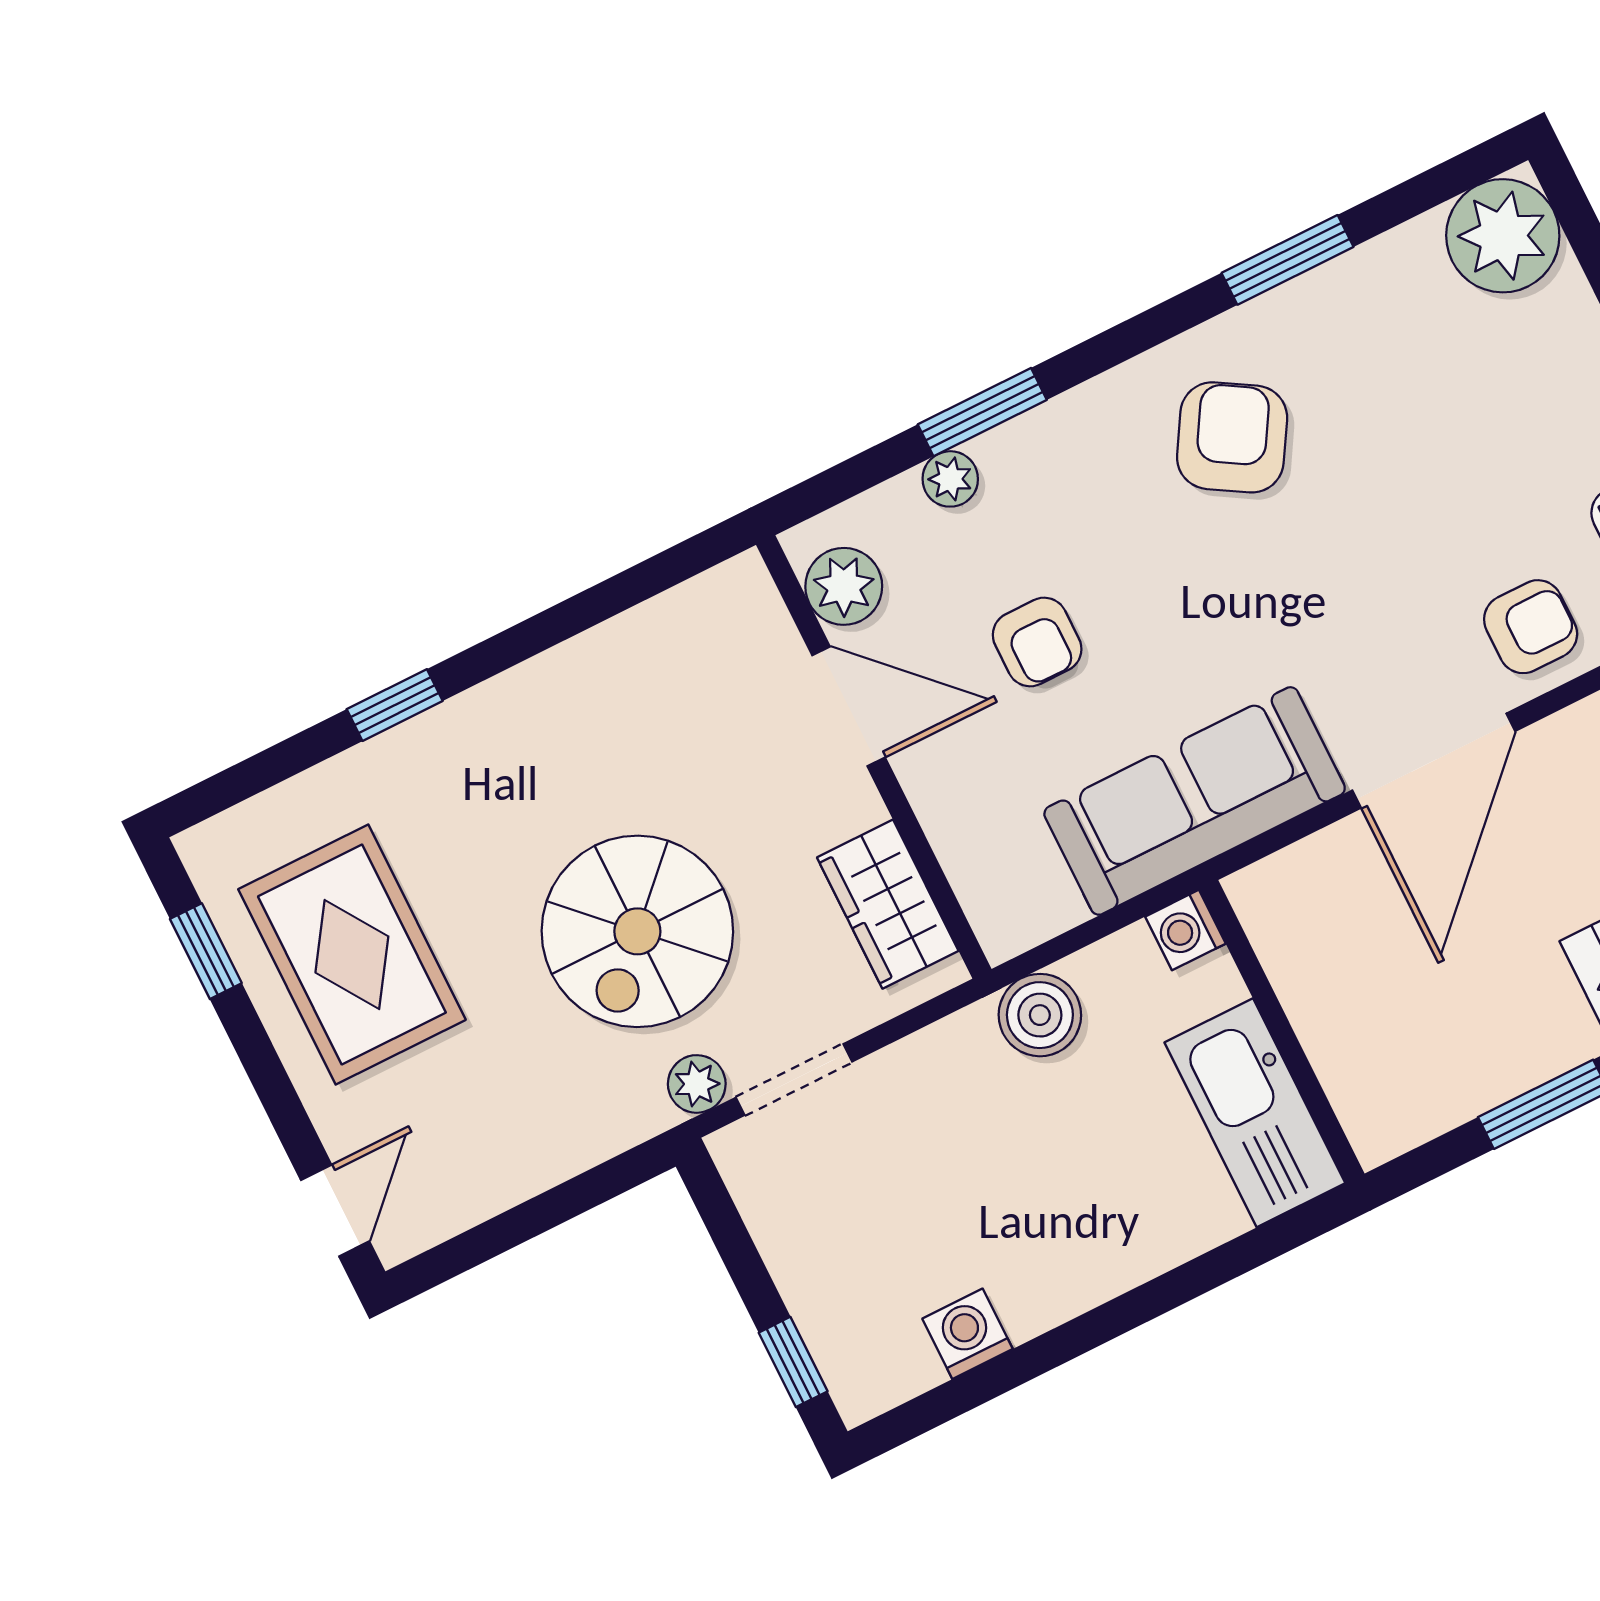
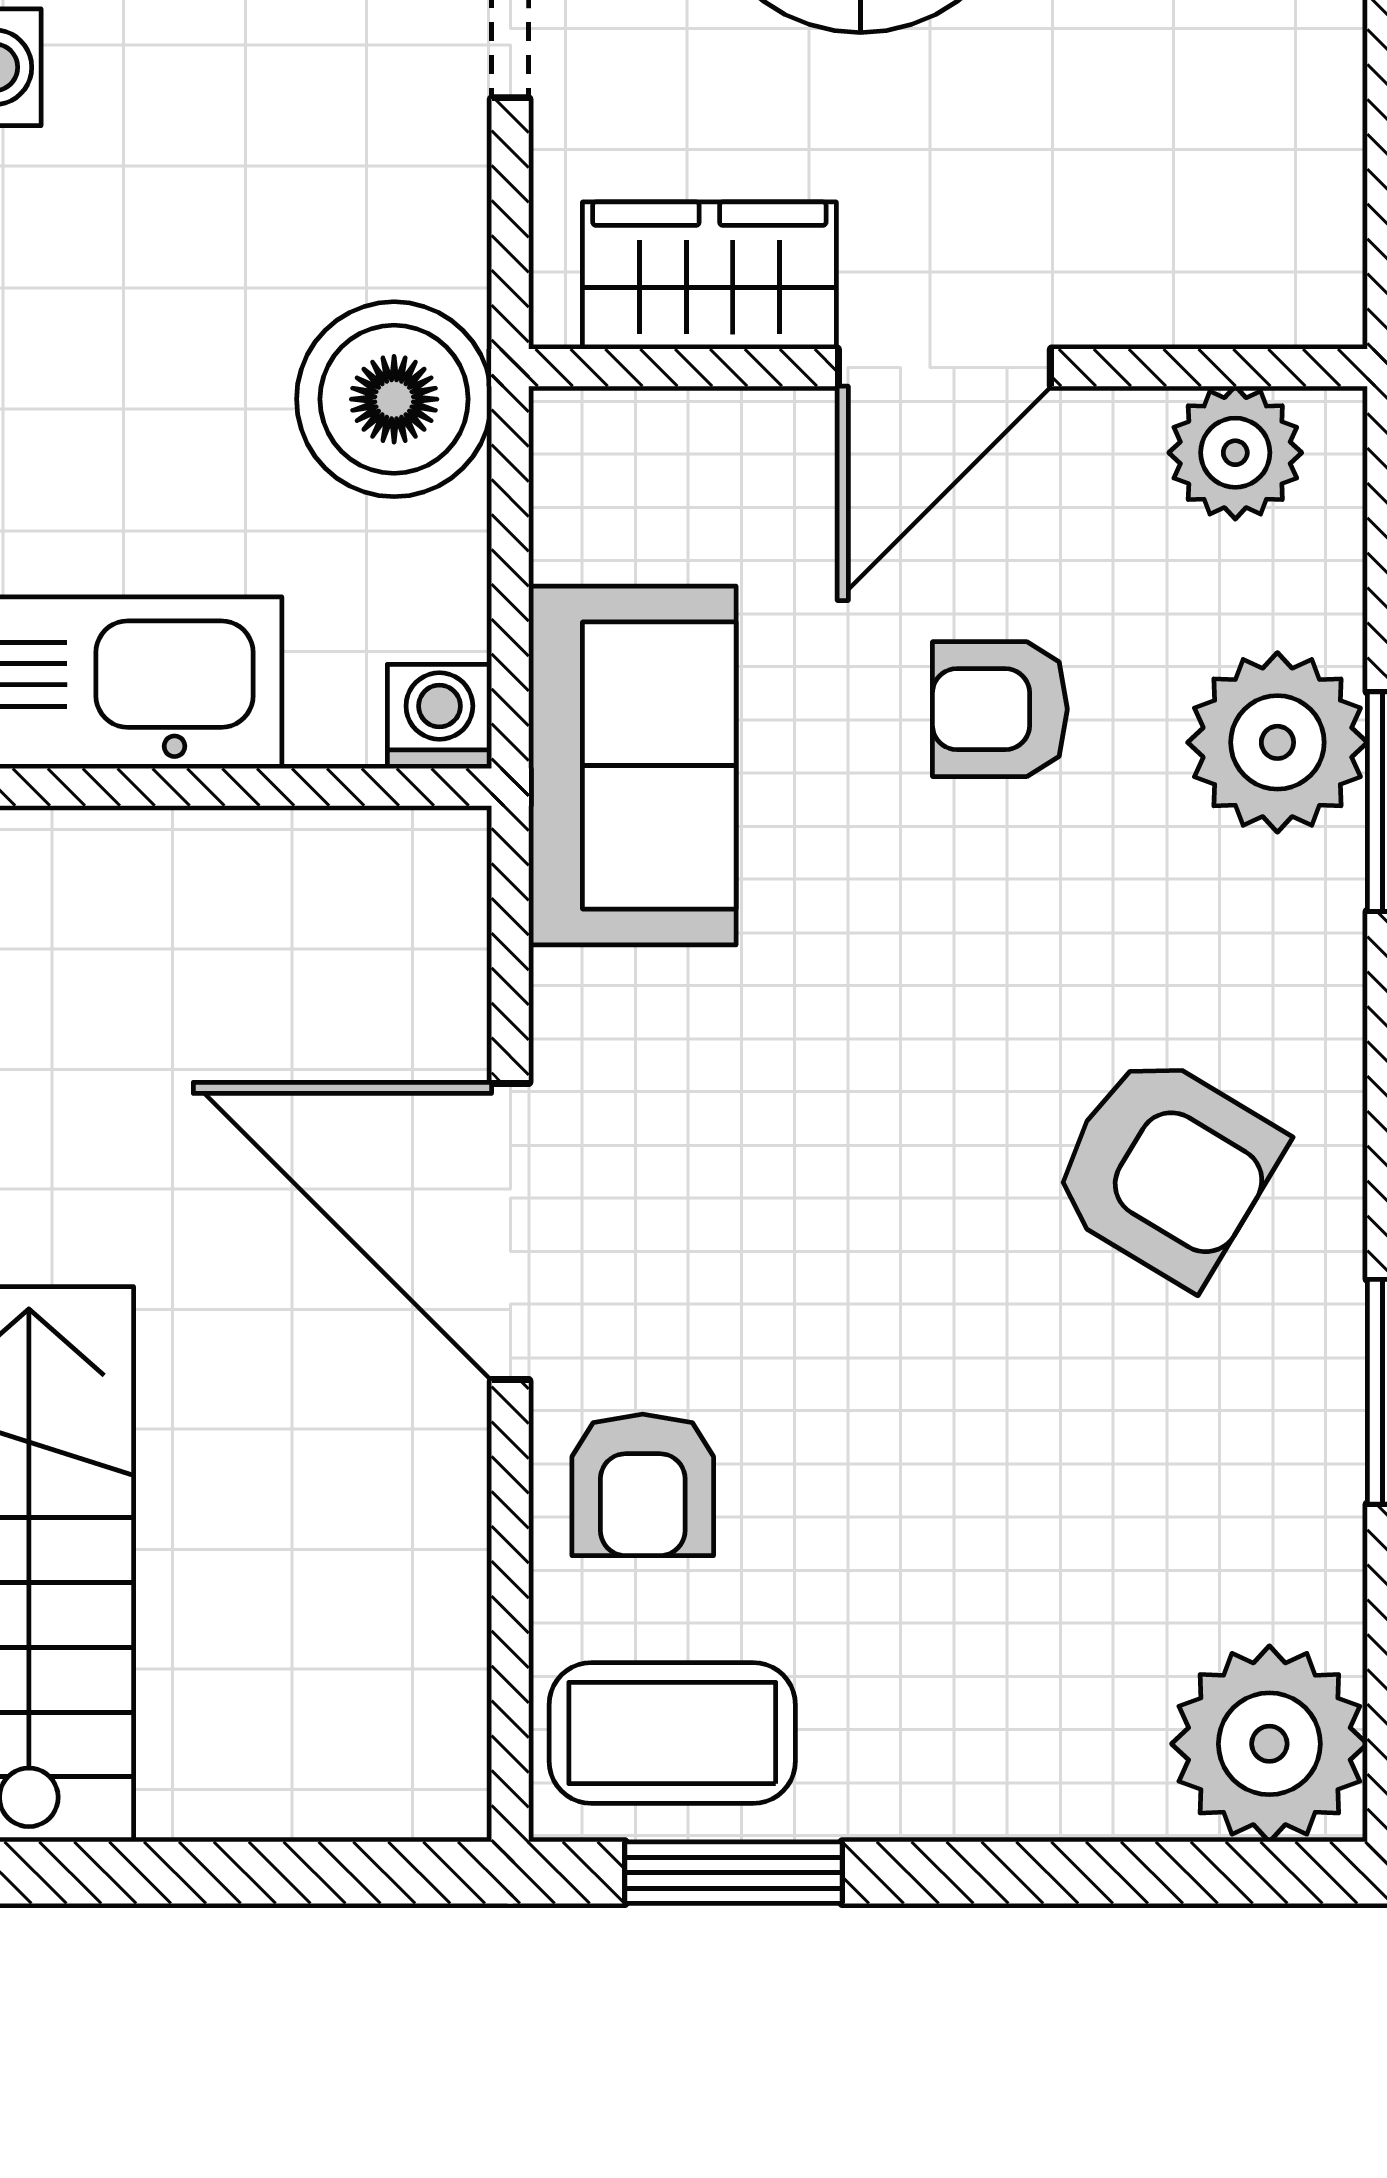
plant: (950, 479) -> (1277, 742), width x1.88, depth x1.88
door: (849, 706) -> (944, 368), moved
sofa: (1195, 801) -> (632, 765), width x0.73
boiler: (1040, 1015) -> (394, 399), width x1.37, depth x1.37

